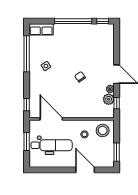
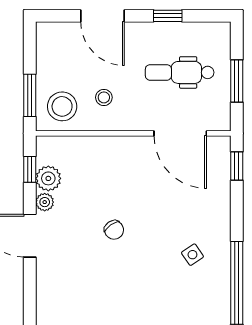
dental chair: (52, 145) -> (180, 72), width x0.73, depth x0.72
window: (117, 152) -> (30, 95), moved
window: (57, 170) -> (168, 16), added

